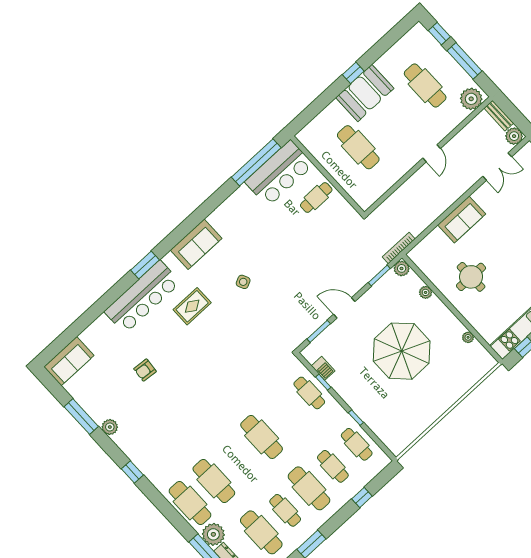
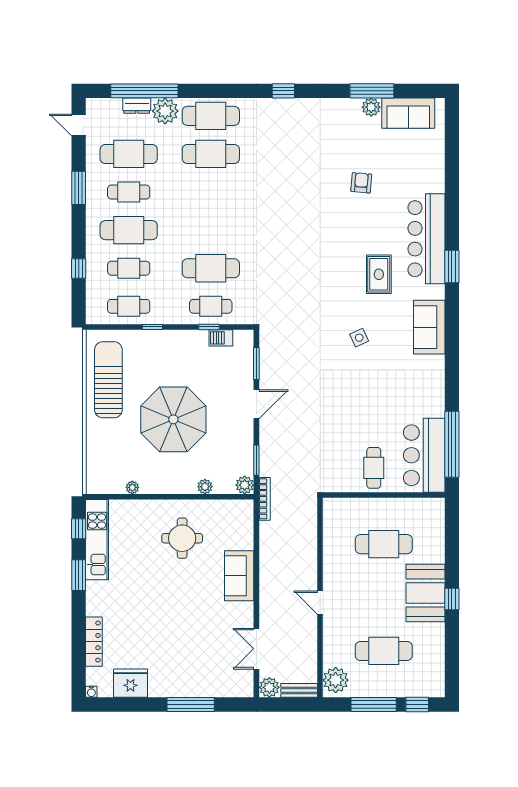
sofa: (69, 361) -> (408, 113), moved, turned -90
sun lounger: (414, 415) -> (108, 380), added
plant: (110, 427) -> (371, 107), moved
cafe table: (262, 437) -> (211, 268), moved

